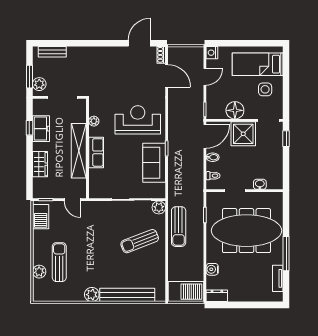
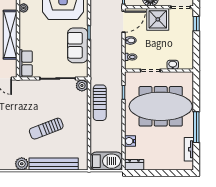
row of seats: (96, 152) -> (26, 64), moved
sun lounger: (140, 241) -> (46, 129), moved

